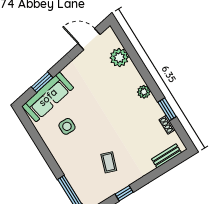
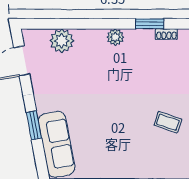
window: (42, 82) -> (34, 125), moved
side table: (67, 126) -> (101, 143), removed

